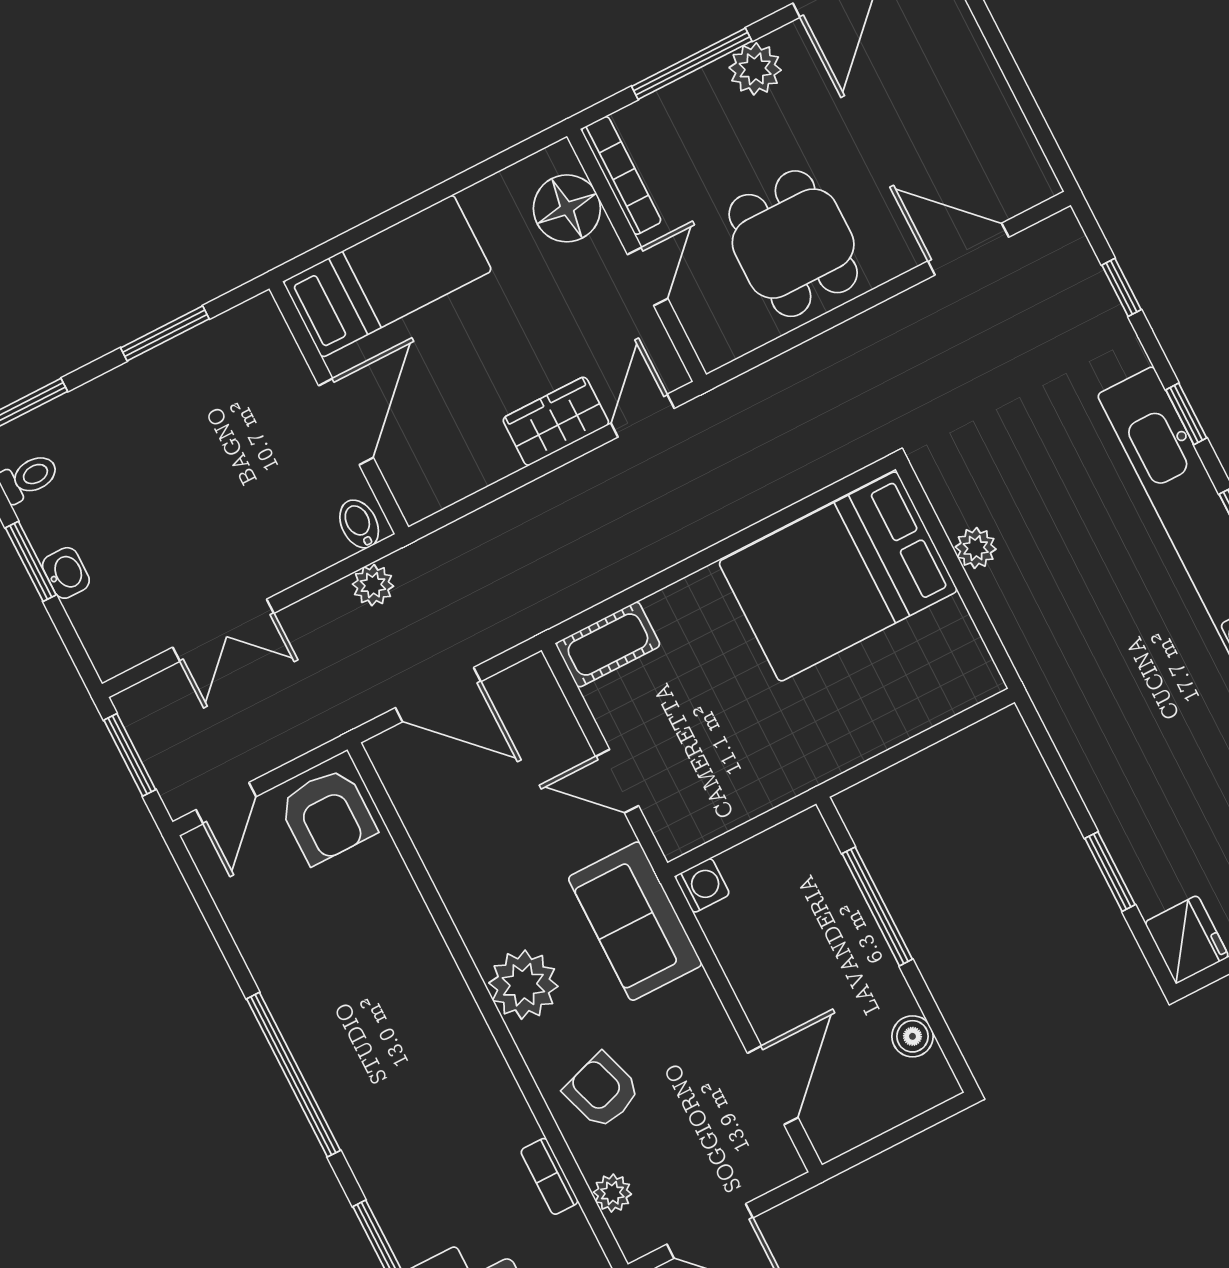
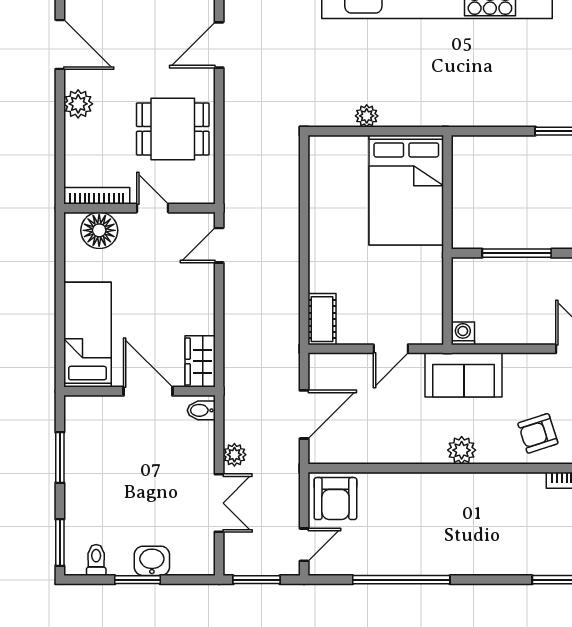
window: (692, 64) -> (60, 133), removed
door: (643, 416) -> (219, 245), hinge flipped
wardrobe: (556, 421) -> (200, 361), moved
washbasin: (66, 573) -> (152, 561), width x1.38, depth x1.45
bed: (838, 576) -> (406, 190), moved
plant: (373, 585) -> (234, 455), moved
door: (226, 803) -> (304, 545), hinge flipped
armchair: (327, 816) -> (335, 499), turned 90
plant: (523, 985) -> (462, 450), width x0.73, depth x0.73
window: (293, 1075) -> (401, 580), moved

